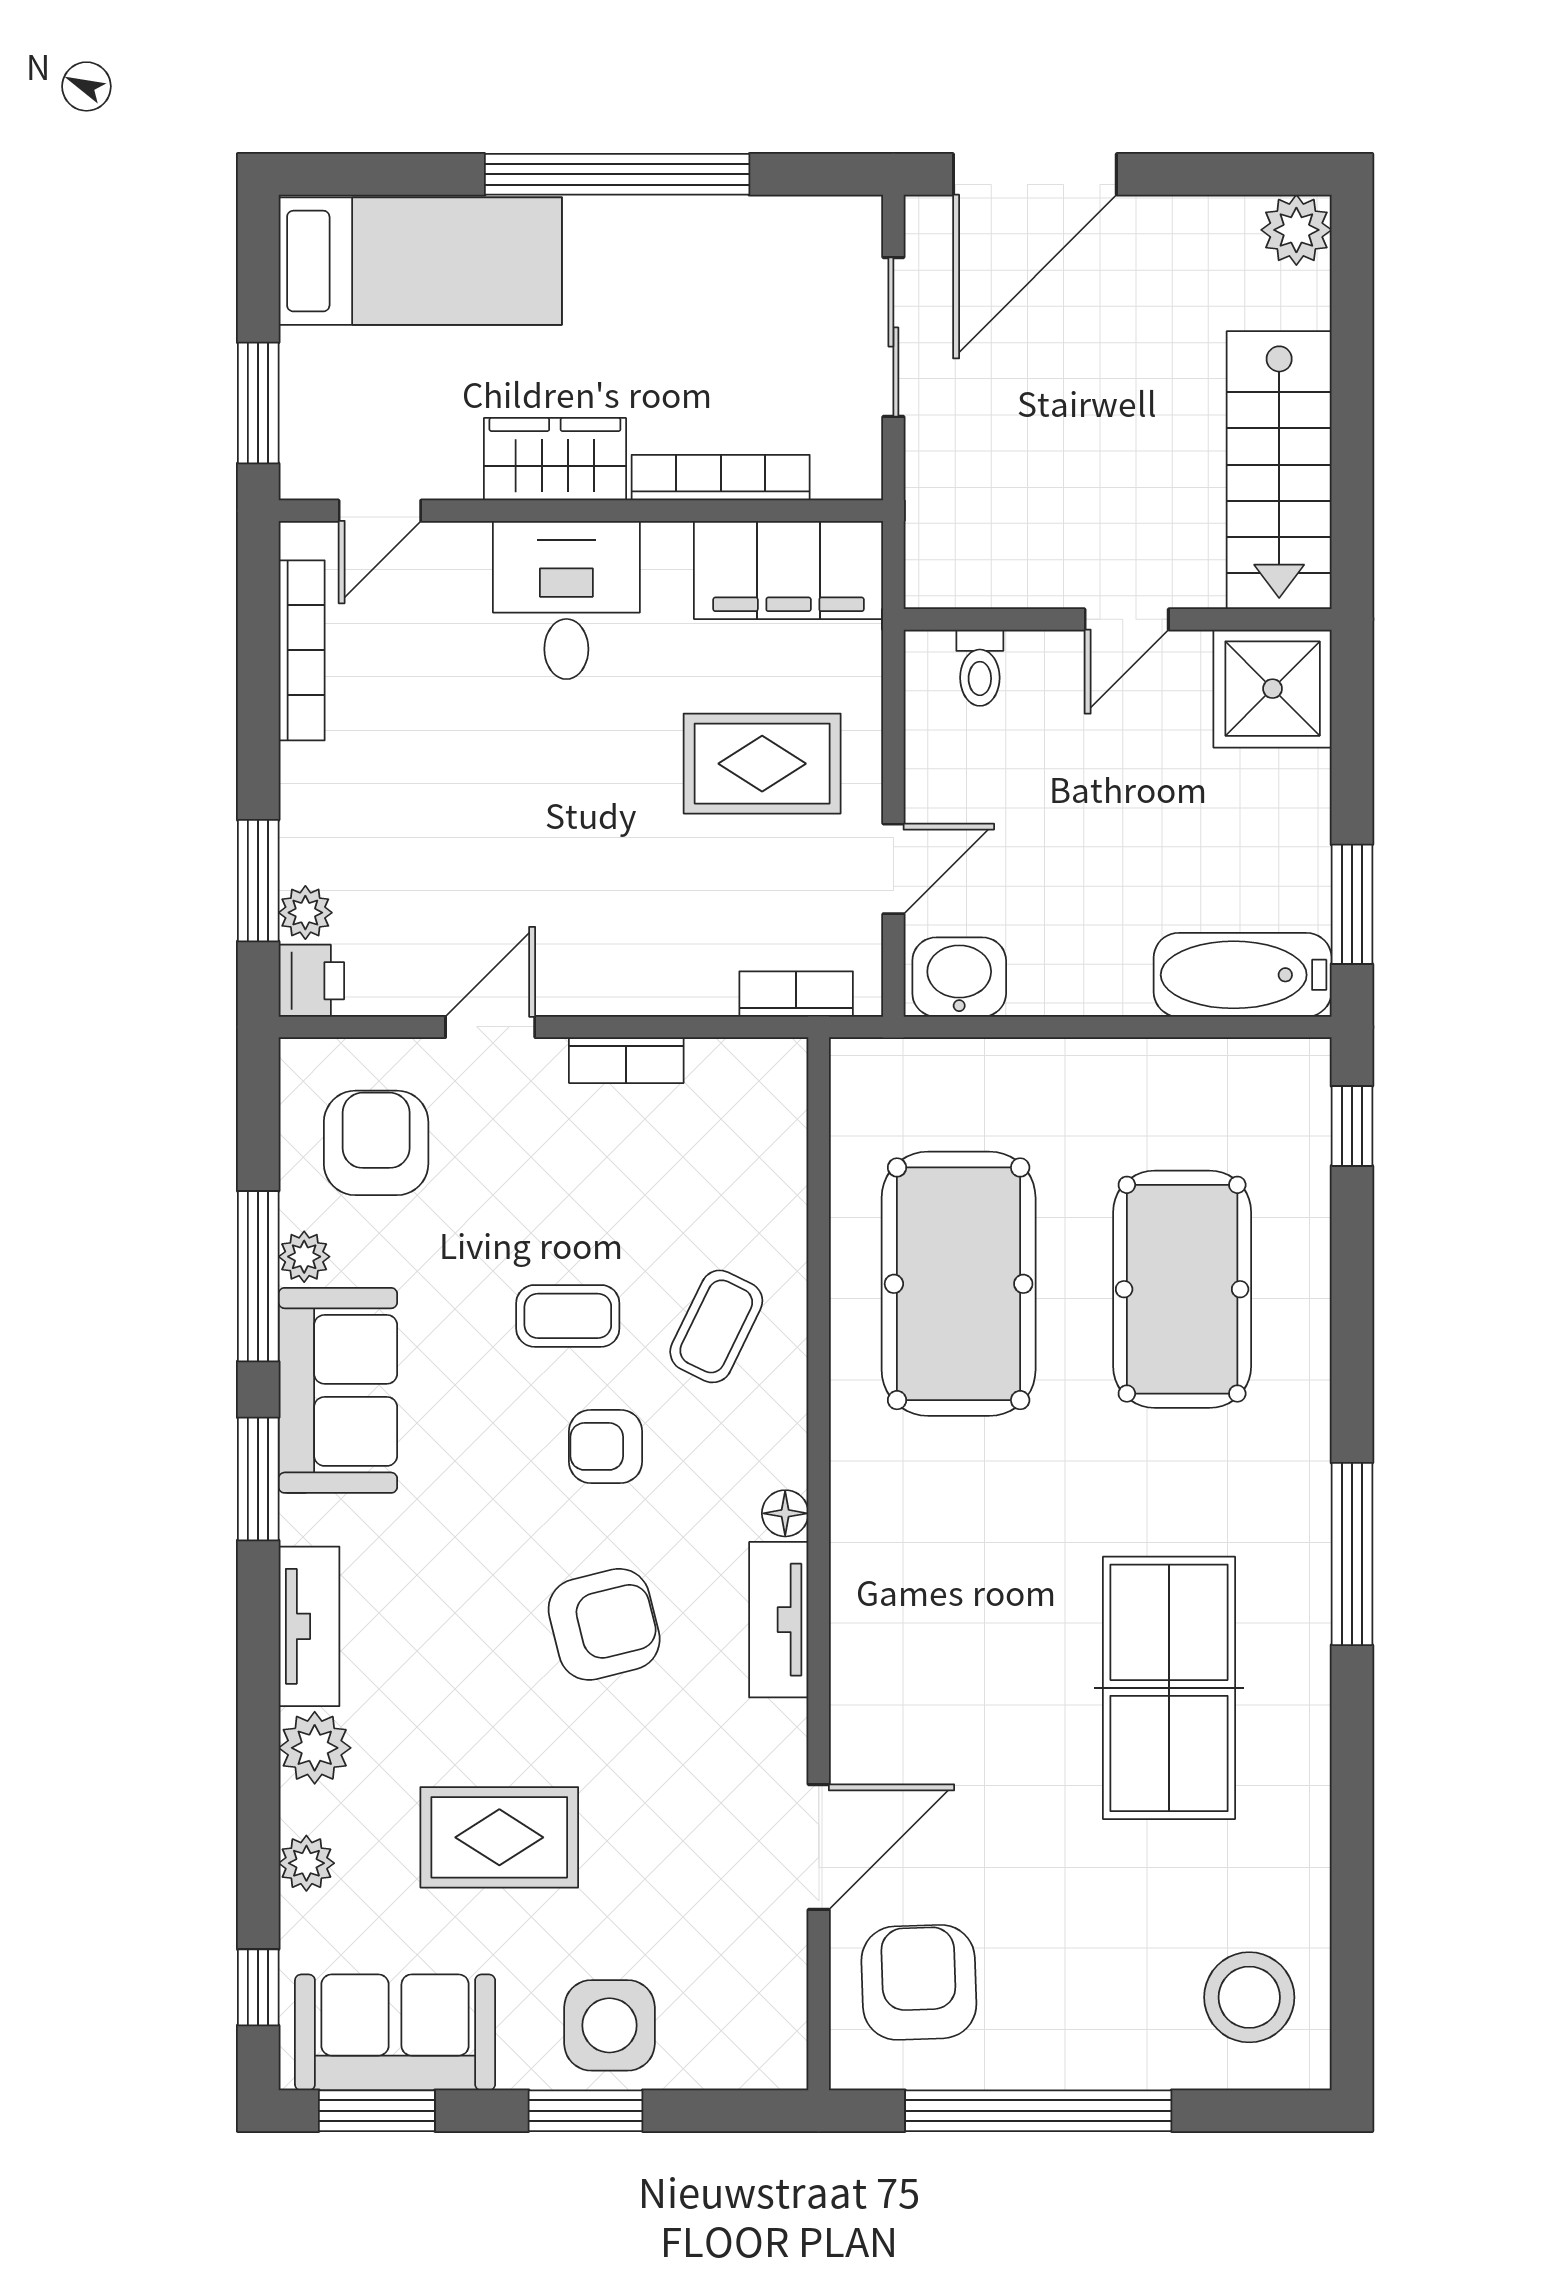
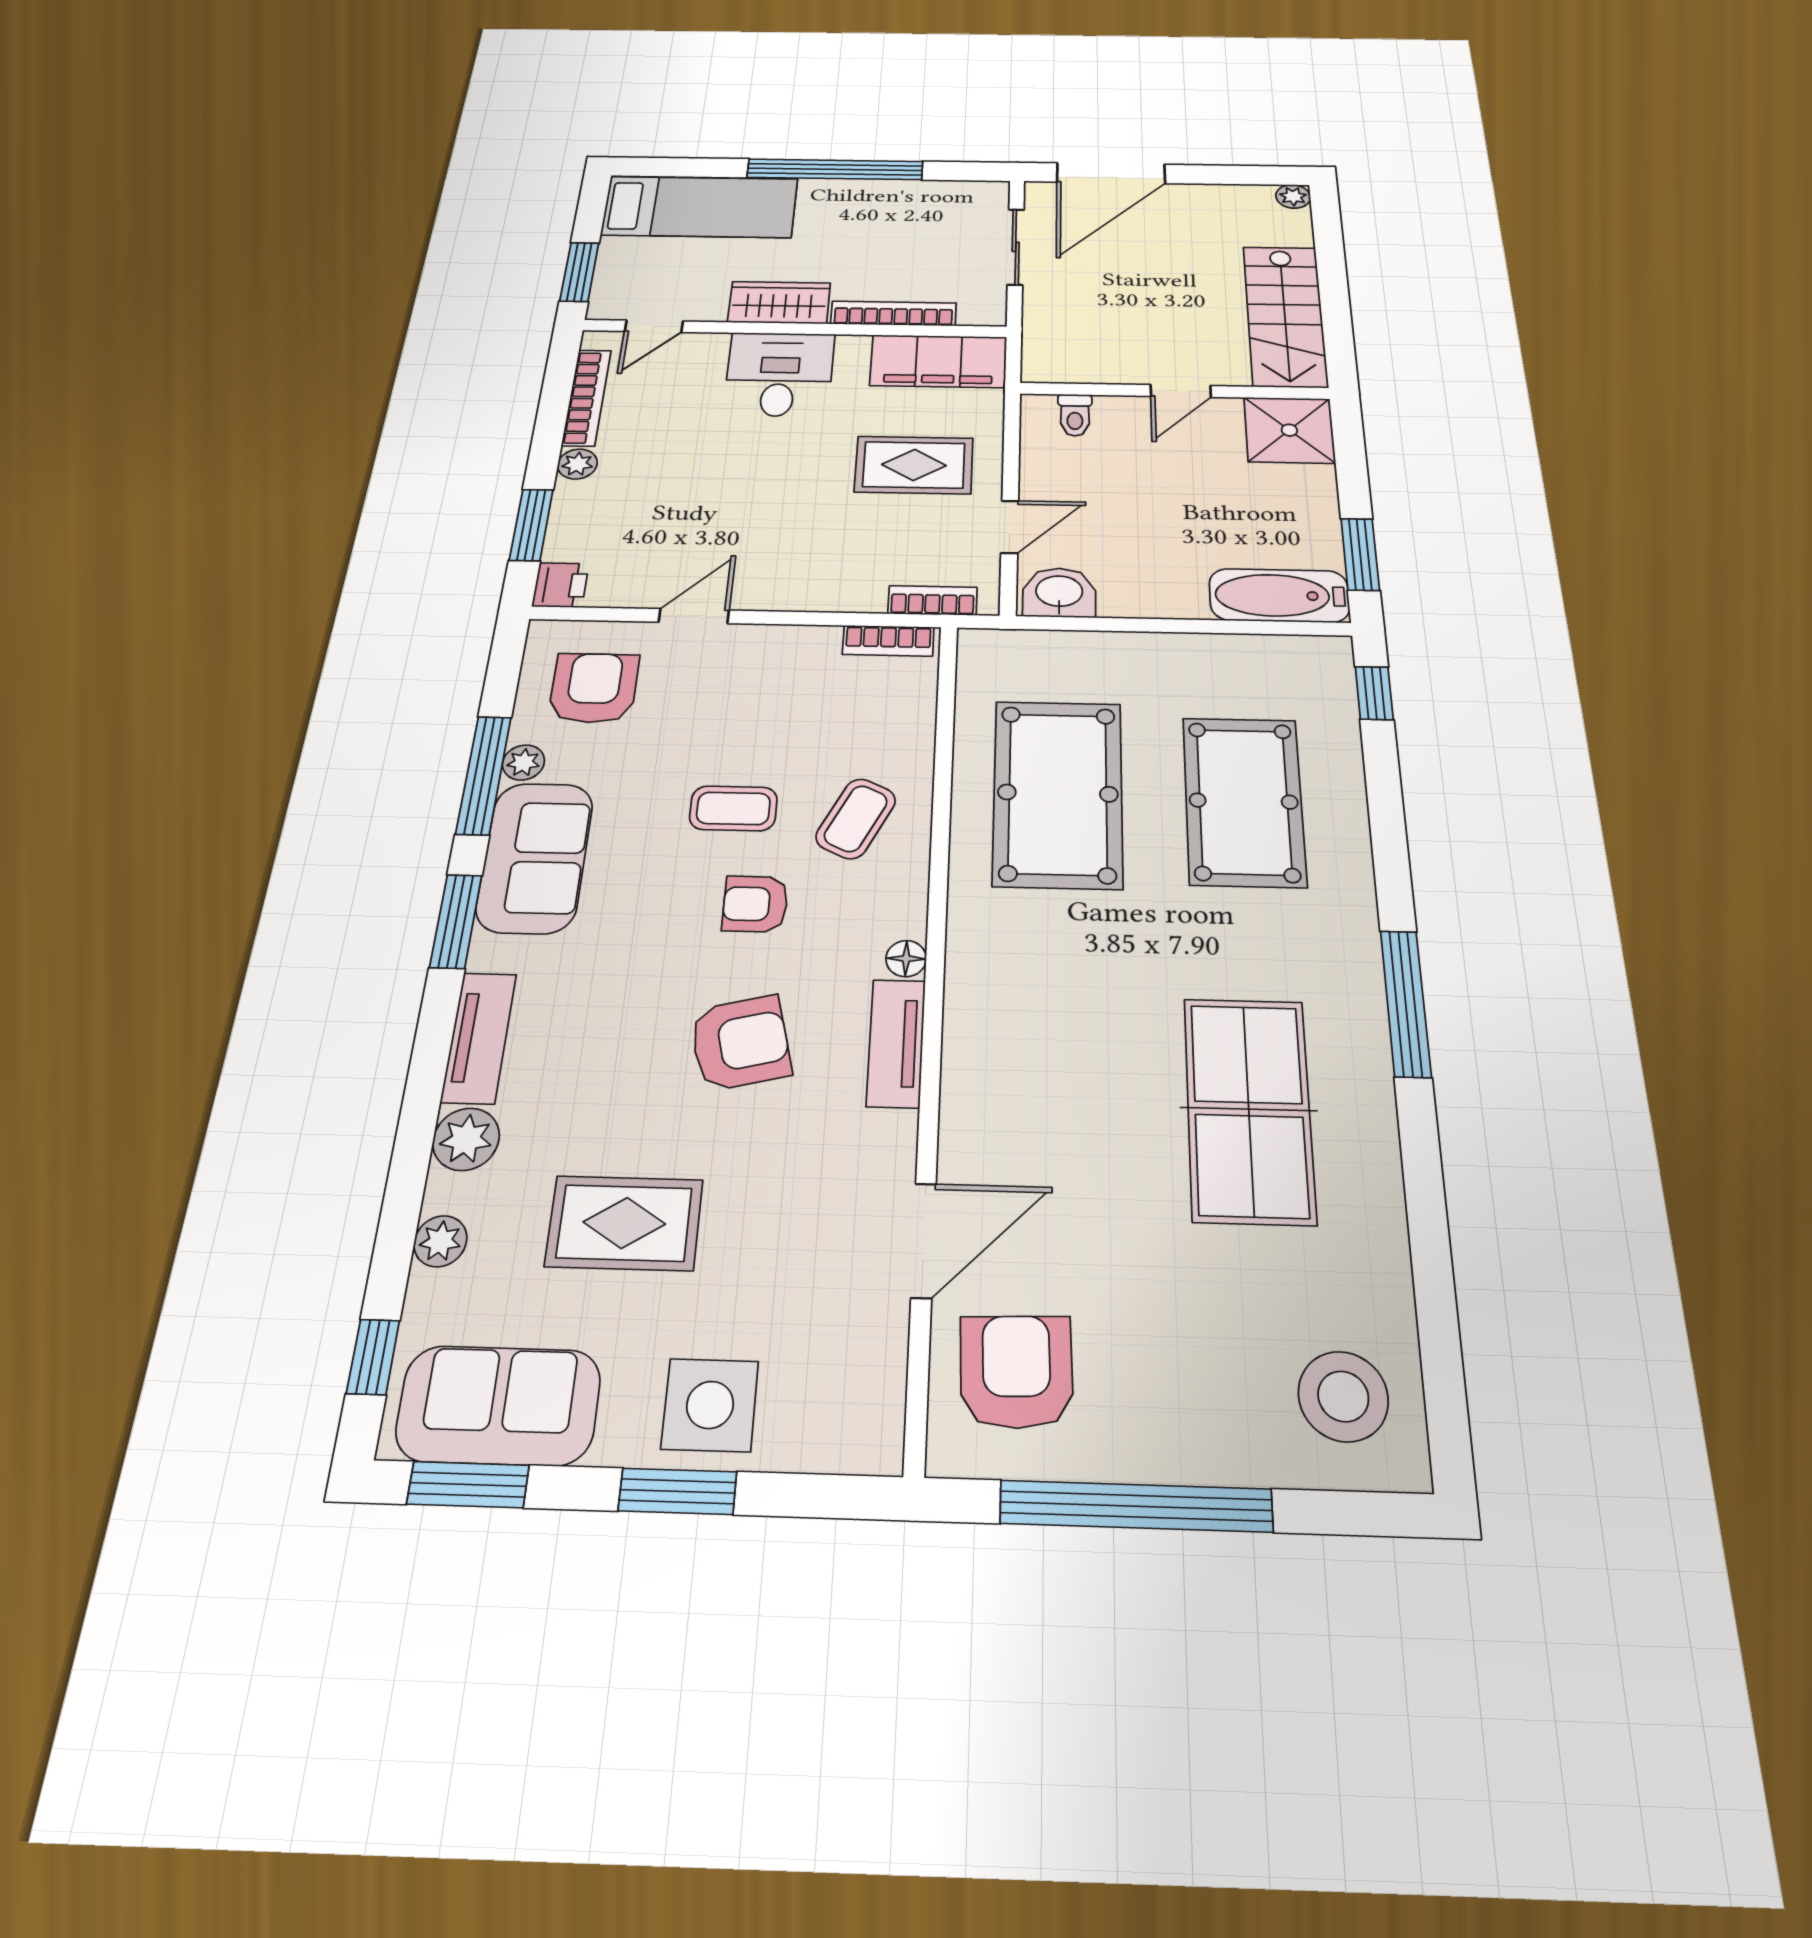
plant: (1296, 230) -> (1293, 196), width x0.73, depth x0.73
plant: (305, 913) -> (577, 464), moved
bookcase: (626, 1060) -> (888, 641), moved

